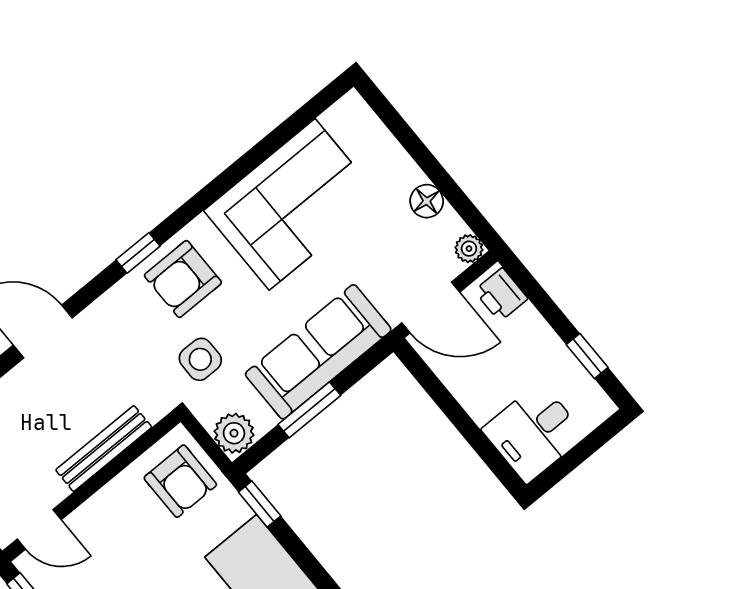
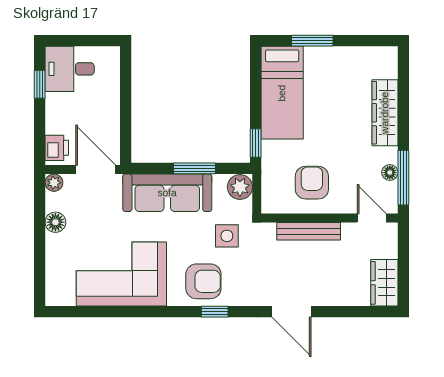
desk: (534, 432) -> (70, 69), moved, turned 180
armchair: (180, 481) -> (312, 183), moved

